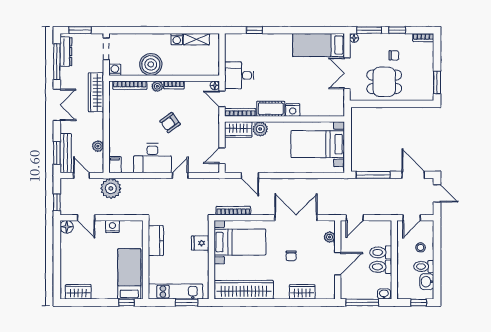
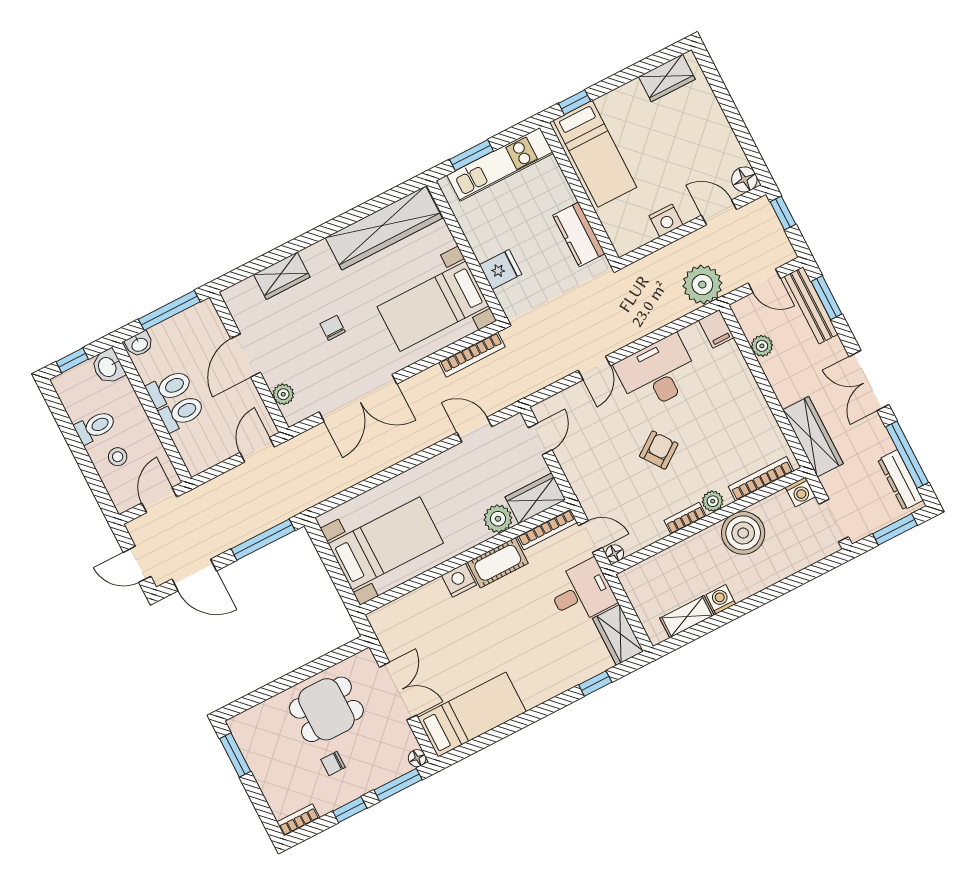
wardrobe: (232, 47) -> (618, 635), added
washbasin: (427, 282) -> (108, 367), moved, turned 180

